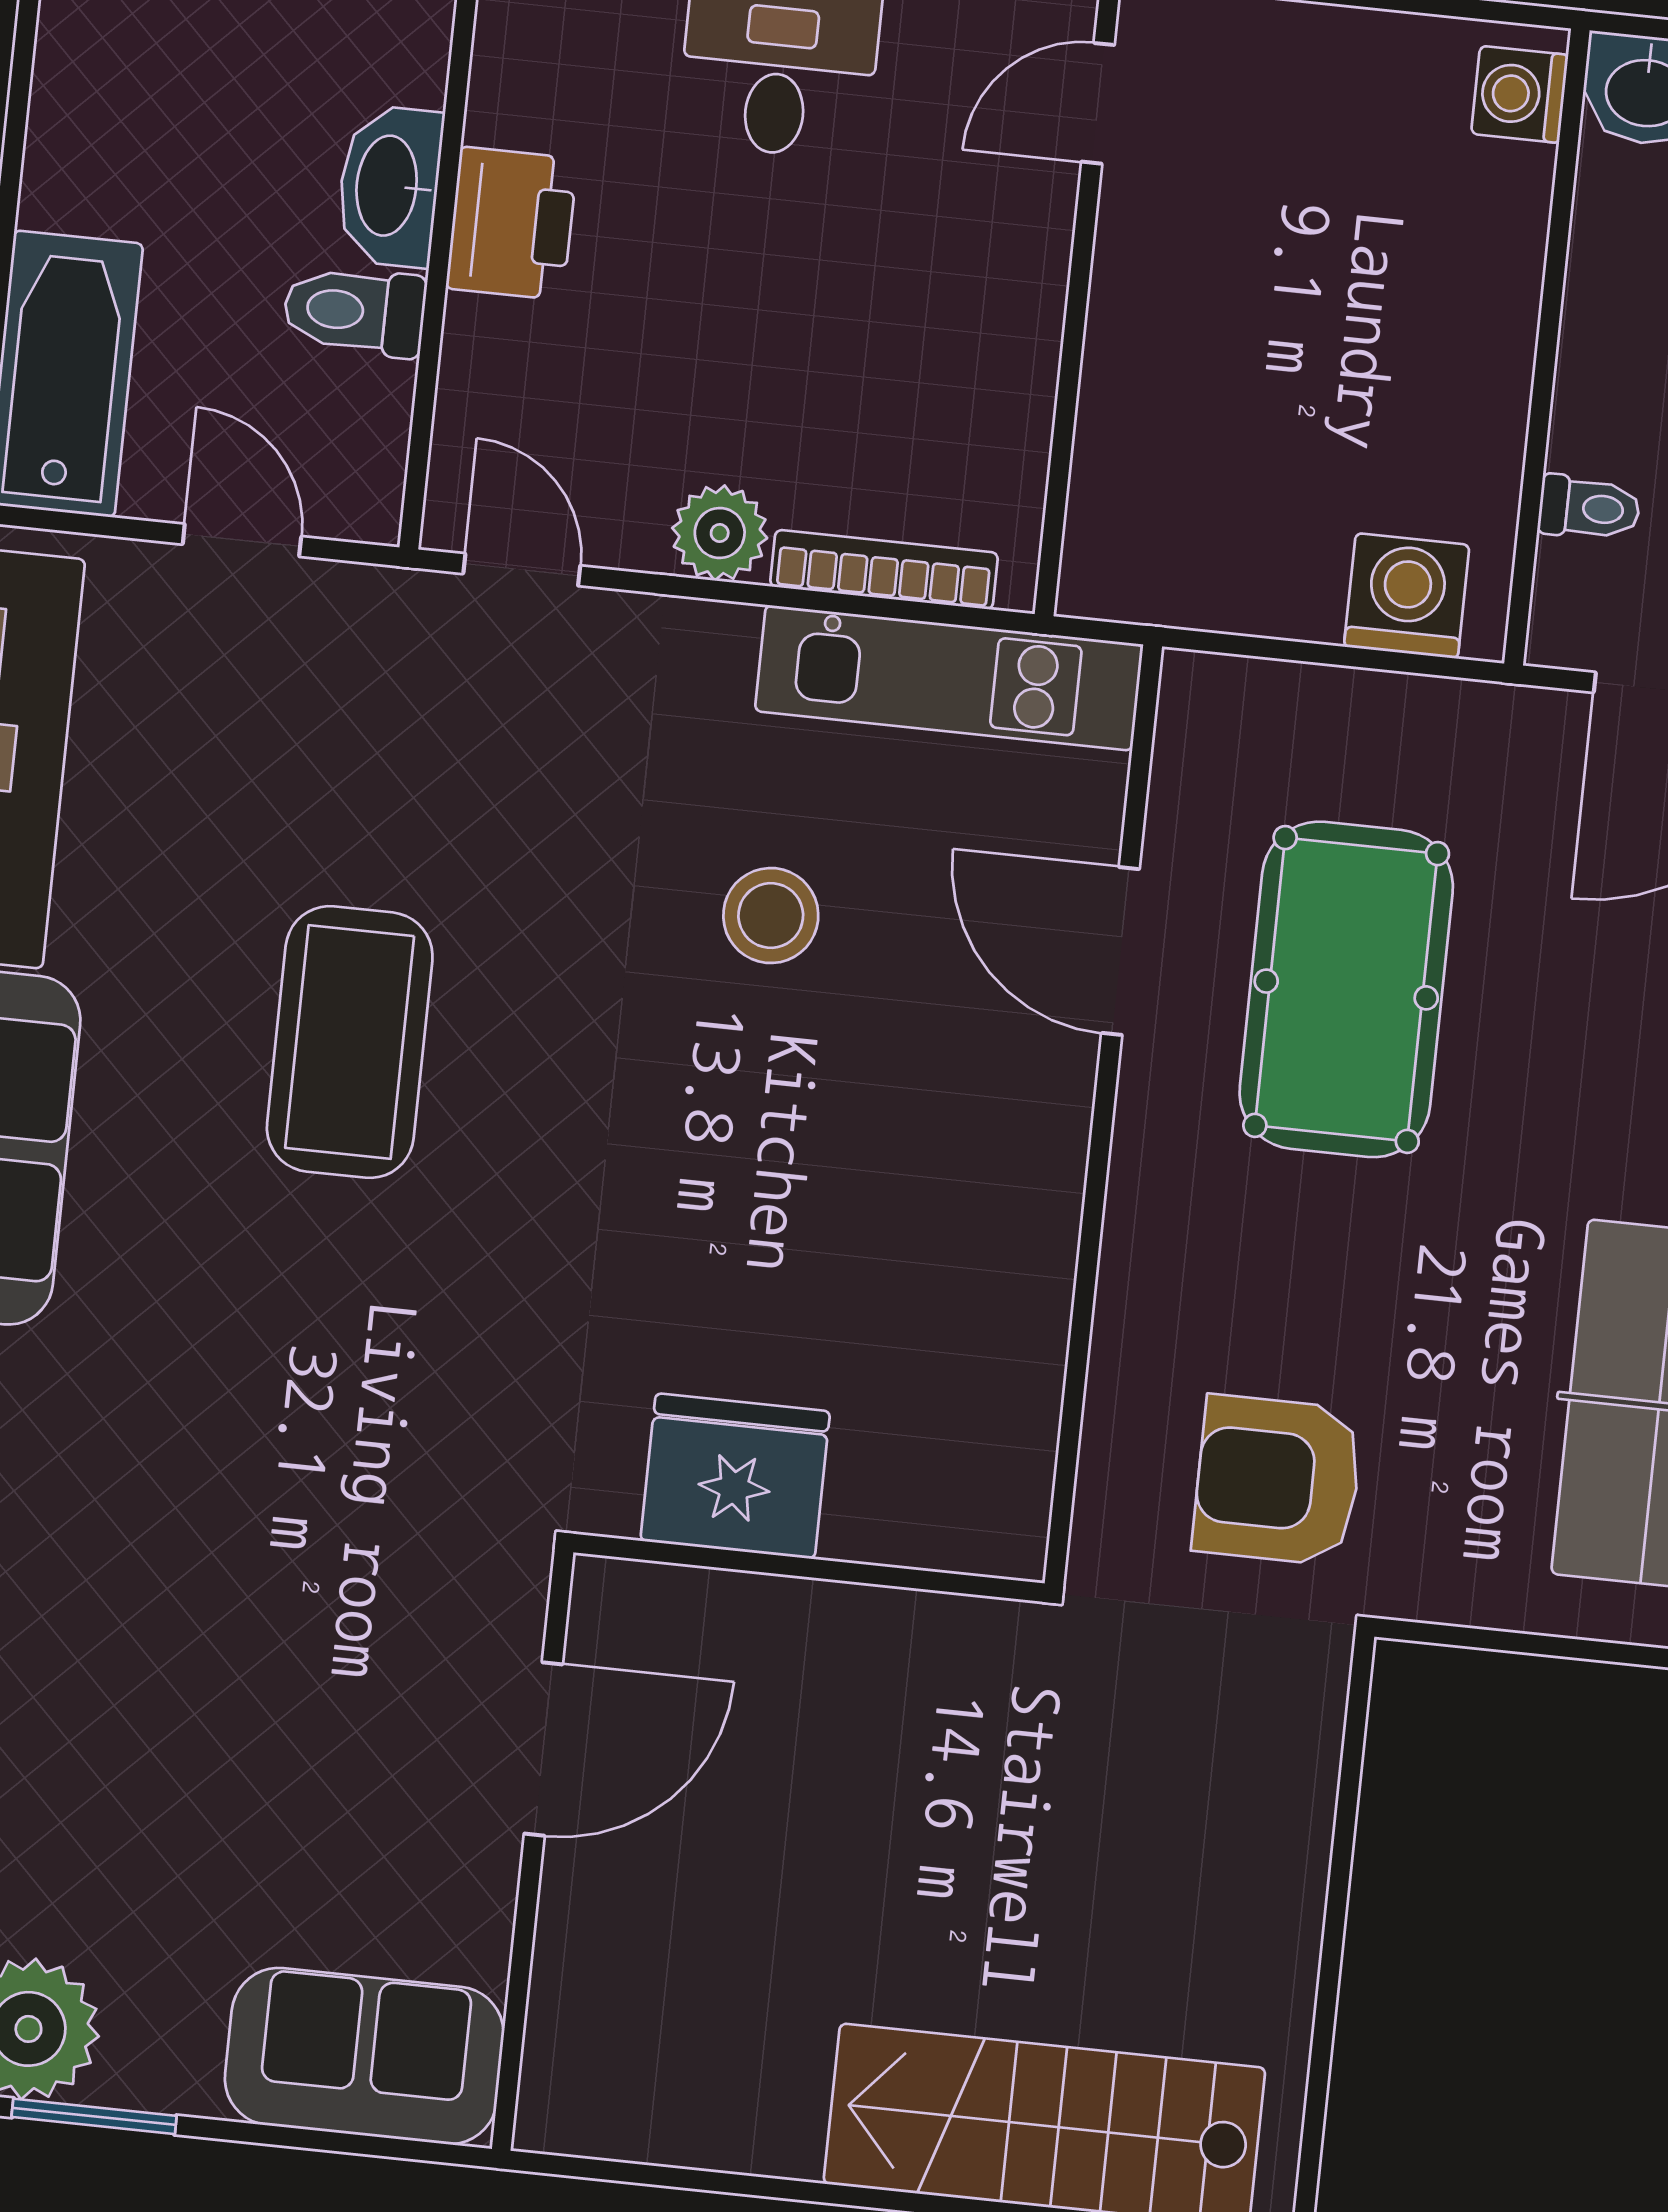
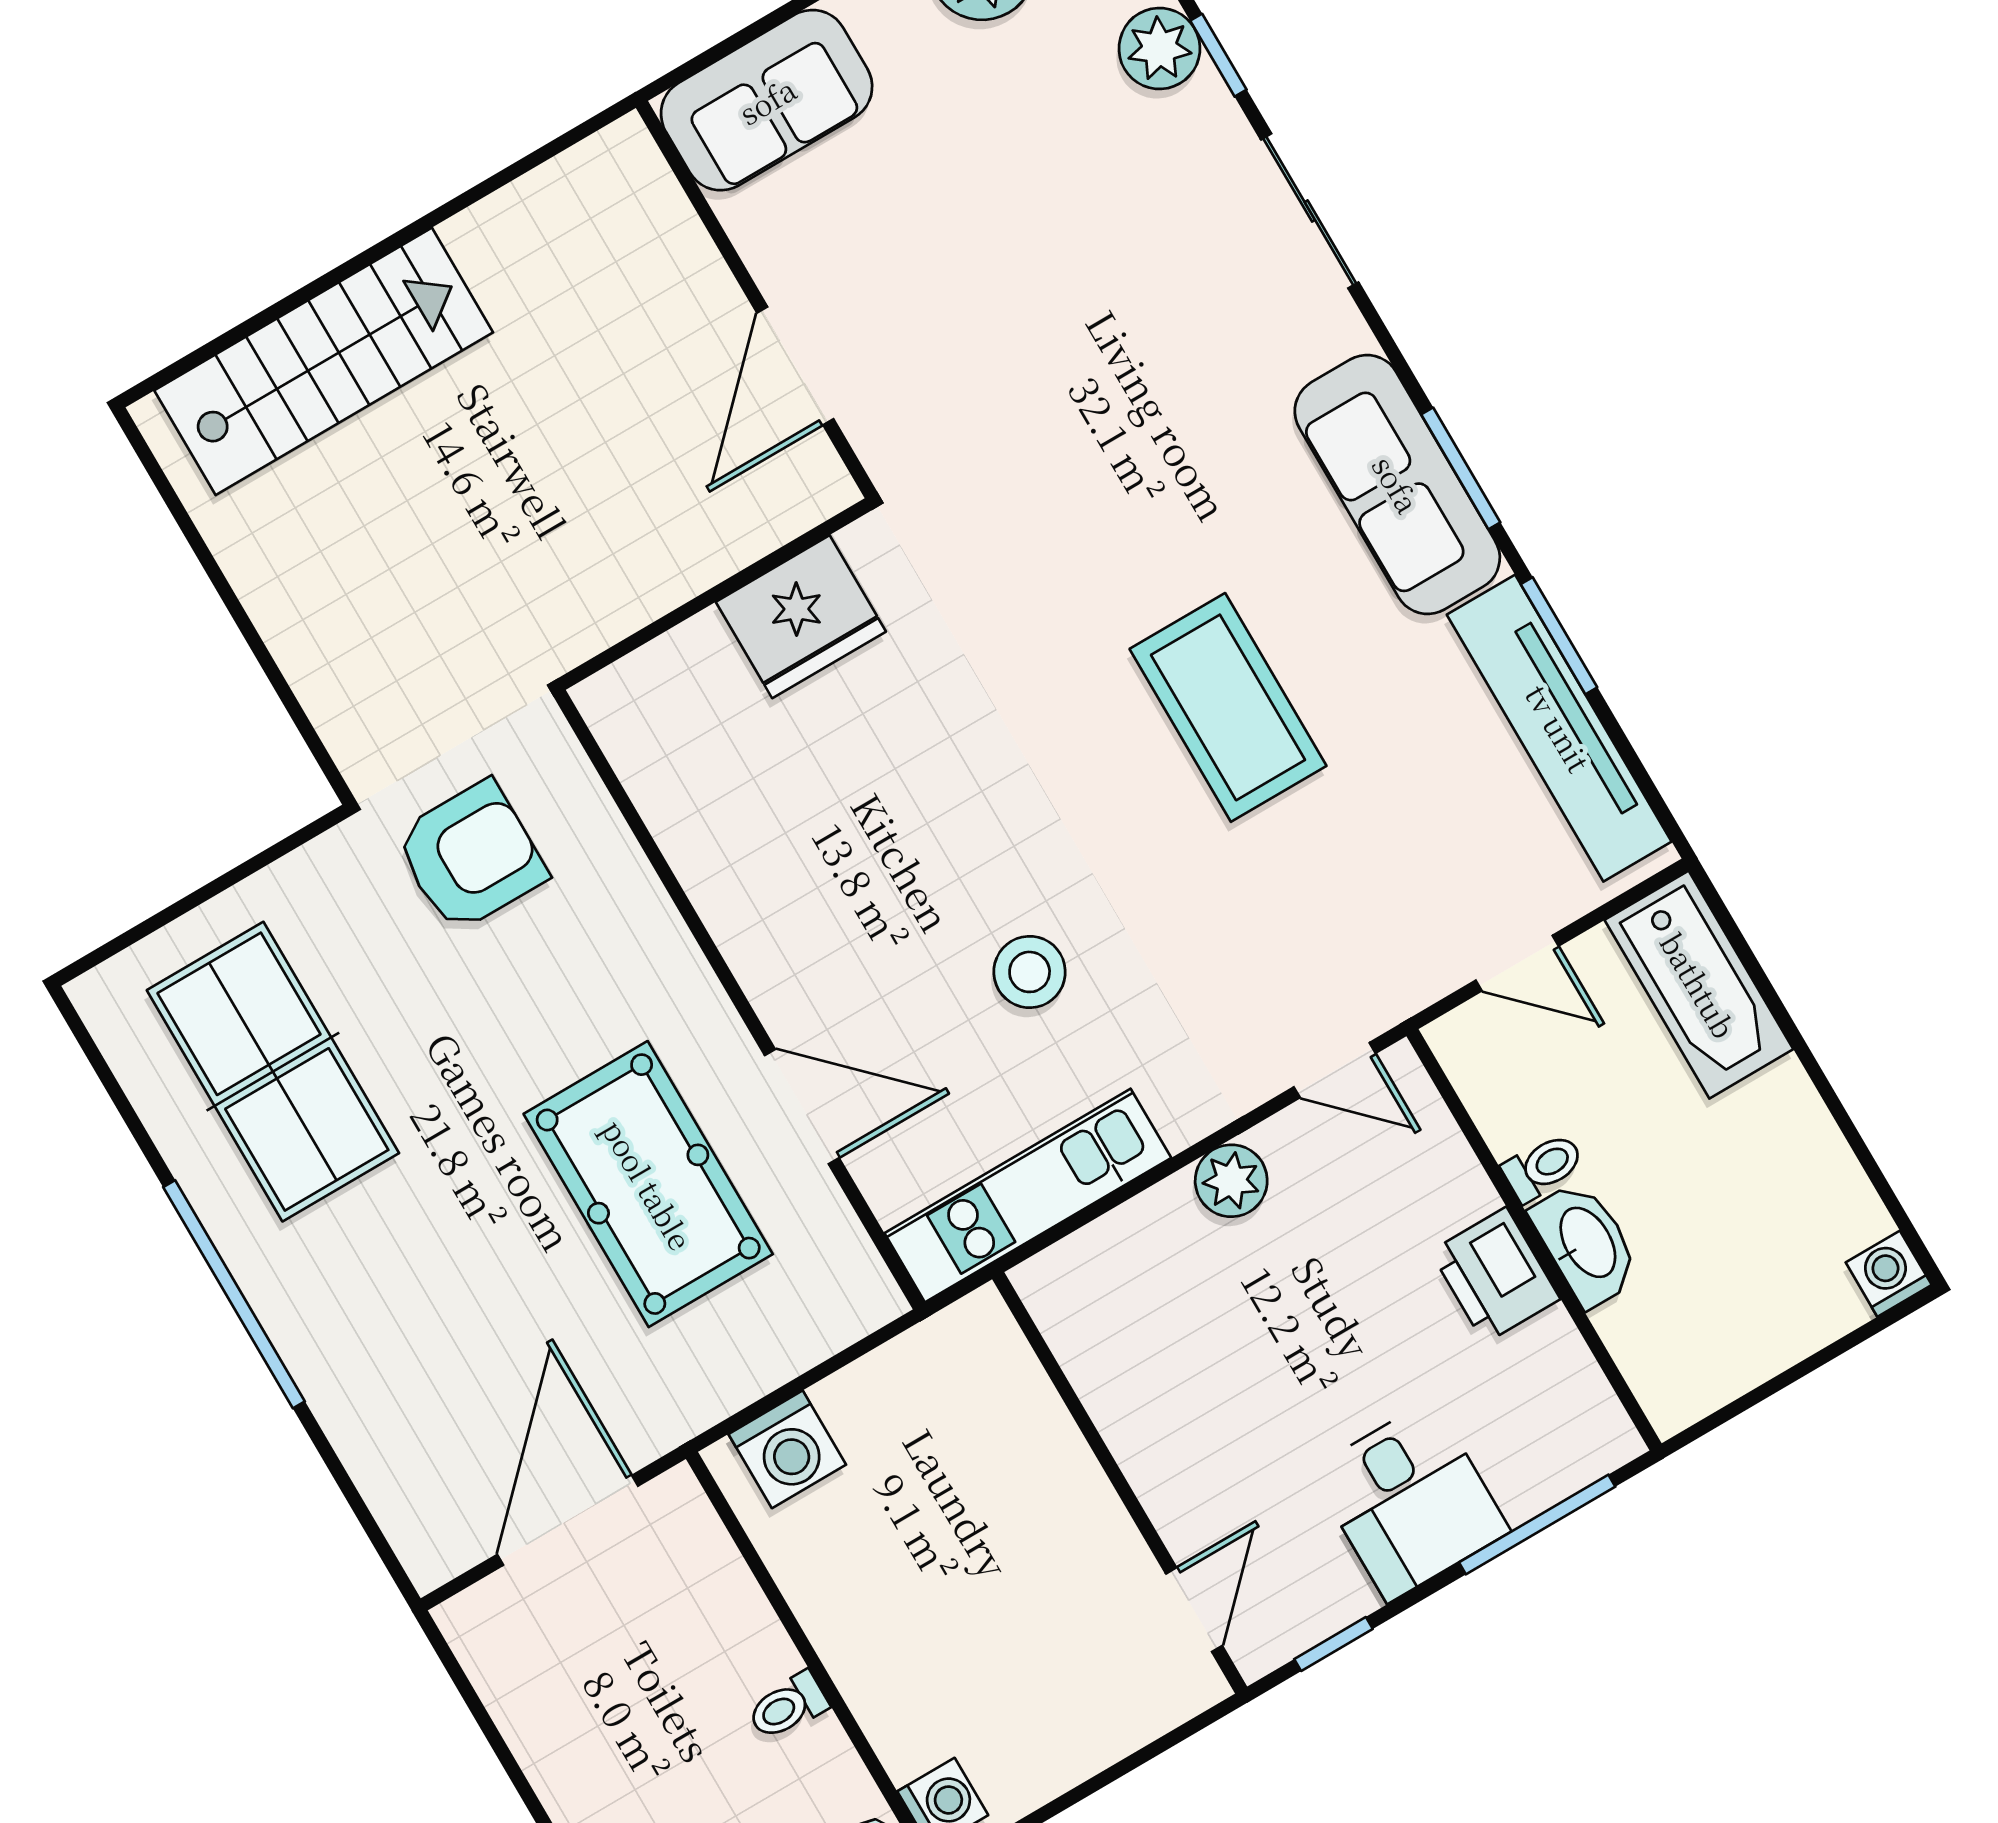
toilet: (355, 311) -> (1543, 1167), width x0.73, depth x0.72
toilet: (1589, 508) -> (788, 1706), moved
bookcase: (884, 570) -> (1115, 1232), removed

